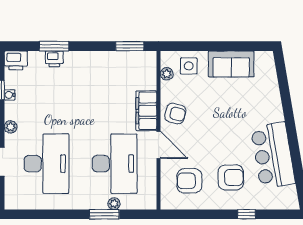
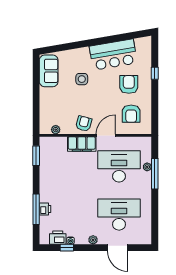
window: (54, 46) -> (36, 209), width x1.44
printer: (16, 60) -> (58, 238), moved, turned -90
sofa: (231, 64) -> (49, 71), moved
side table: (189, 66) -> (82, 79), moved
window: (104, 214) -> (155, 174), width x1.44

